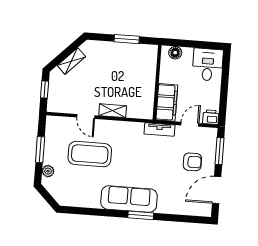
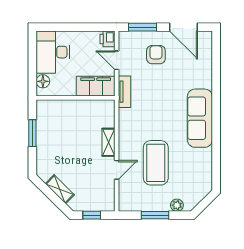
desk: (208, 65) -> (53, 52), width x1.37
window: (141, 215) -> (216, 105), removed

